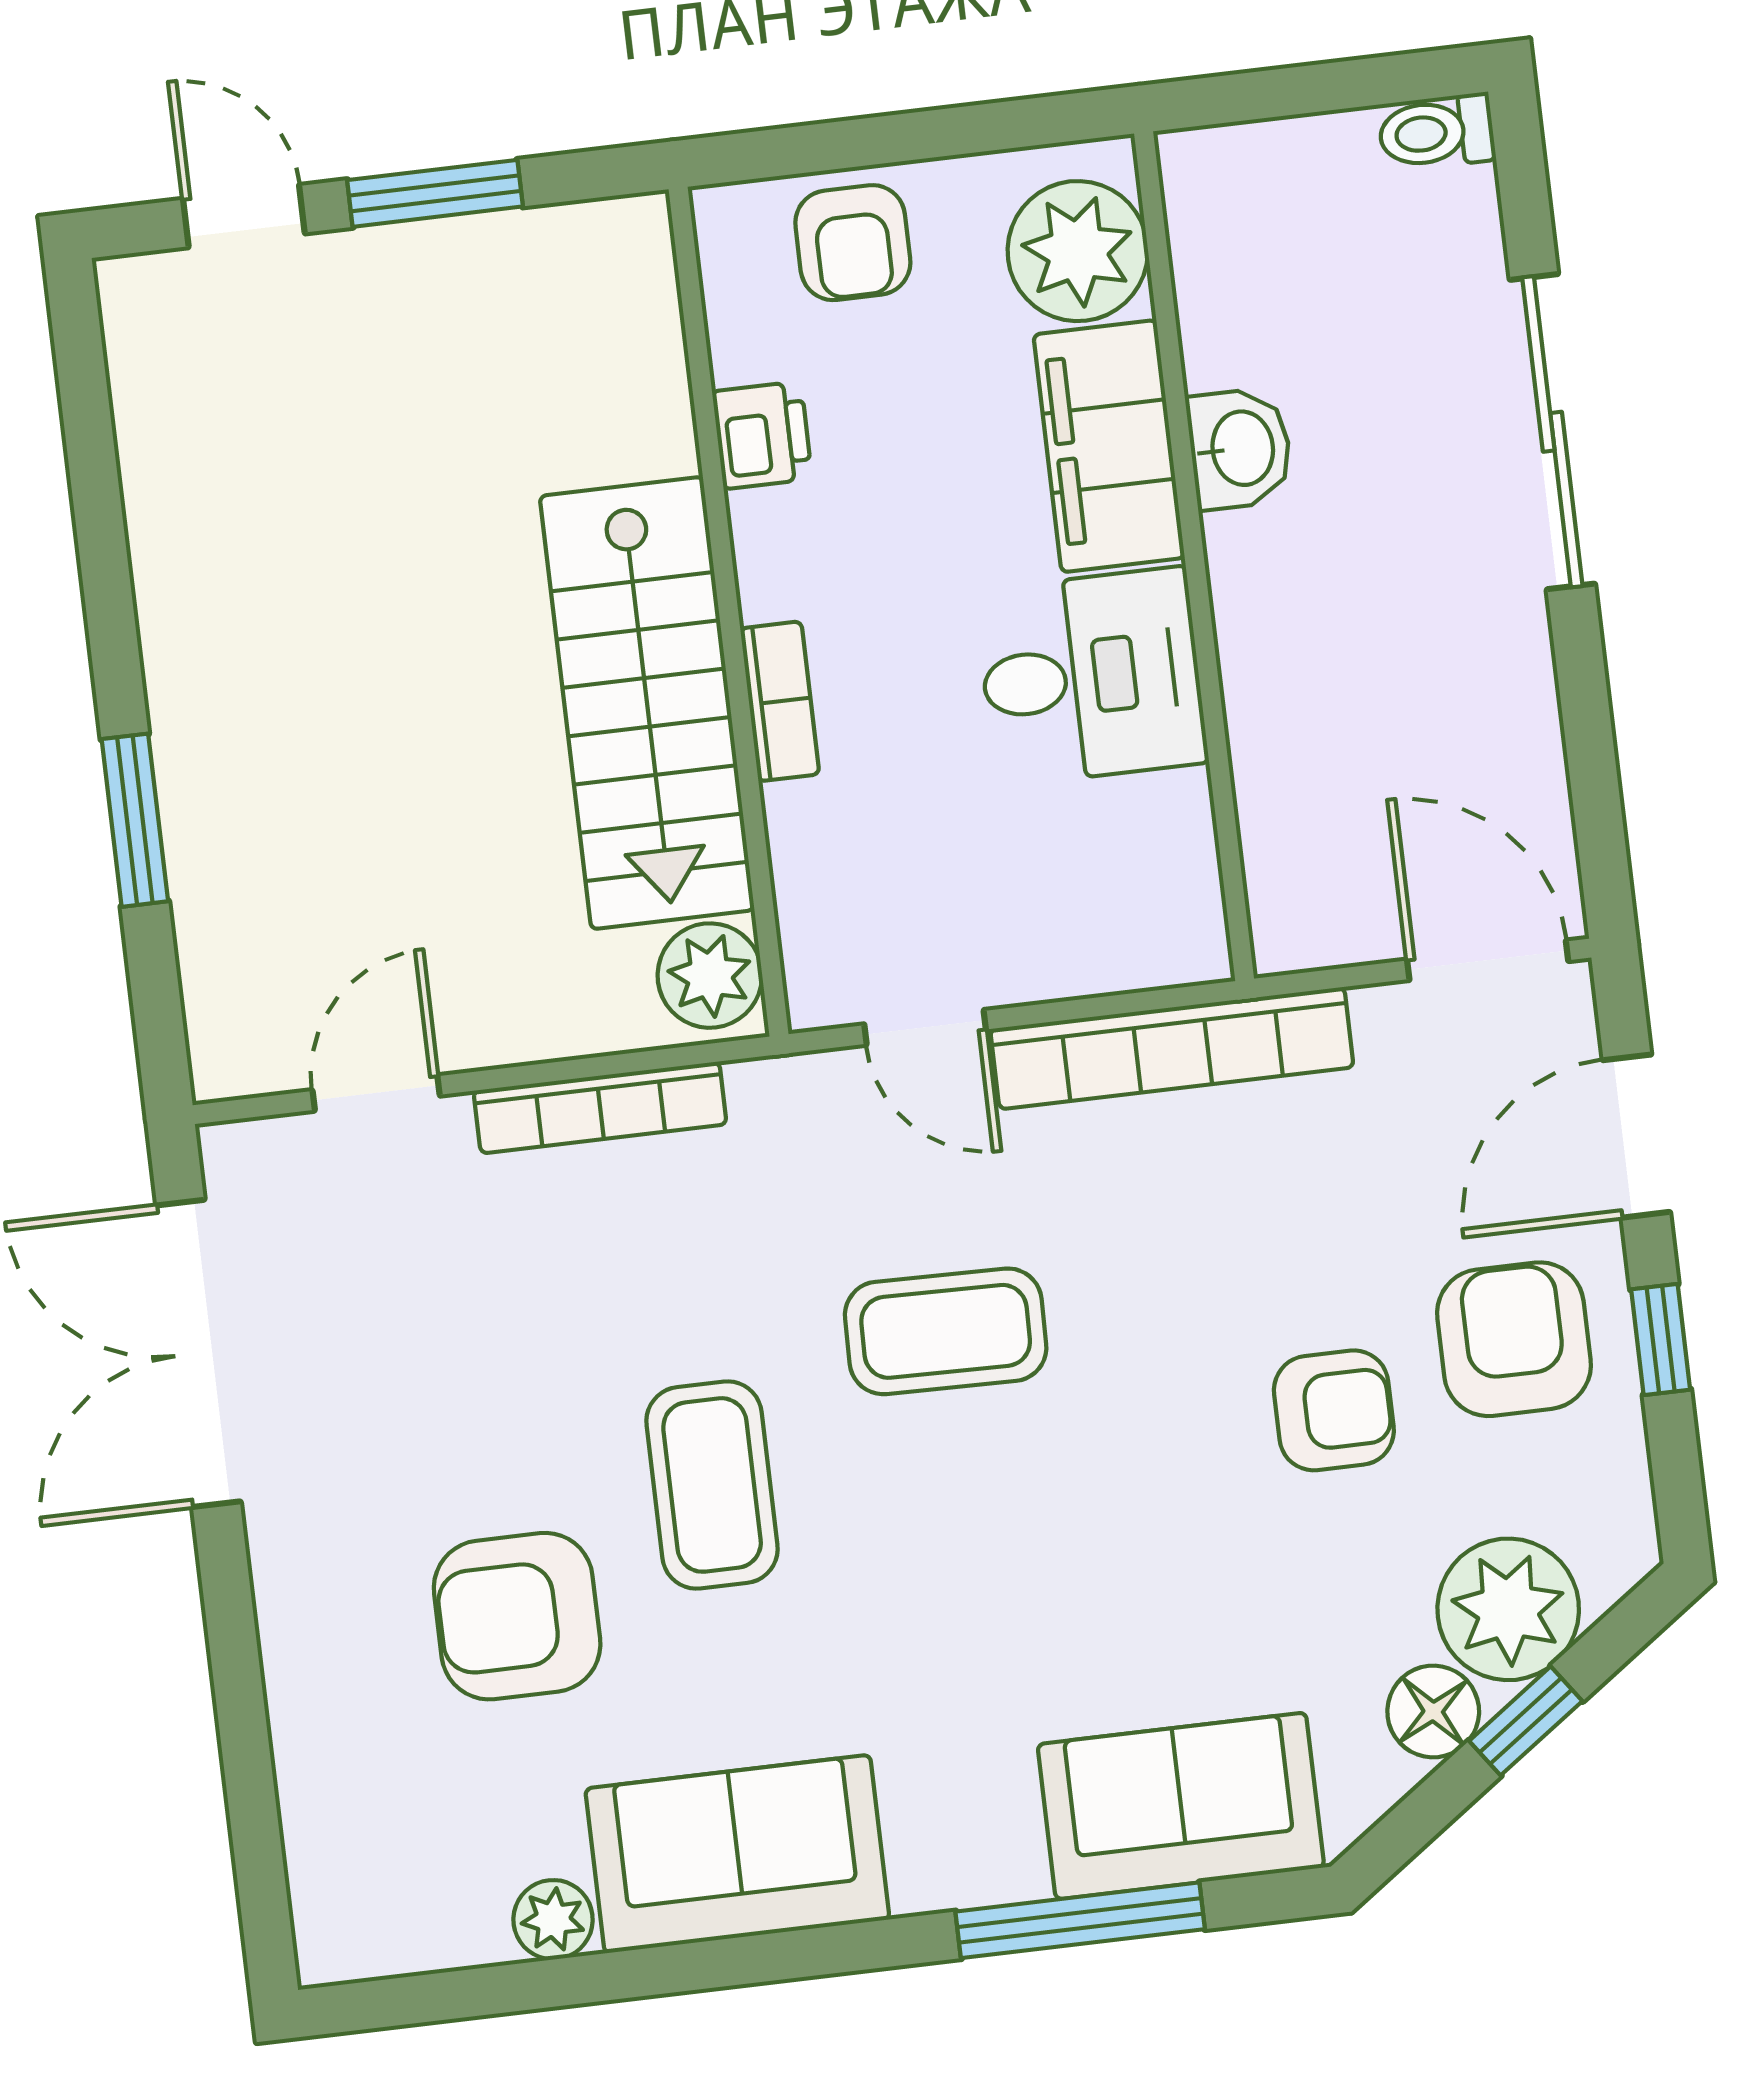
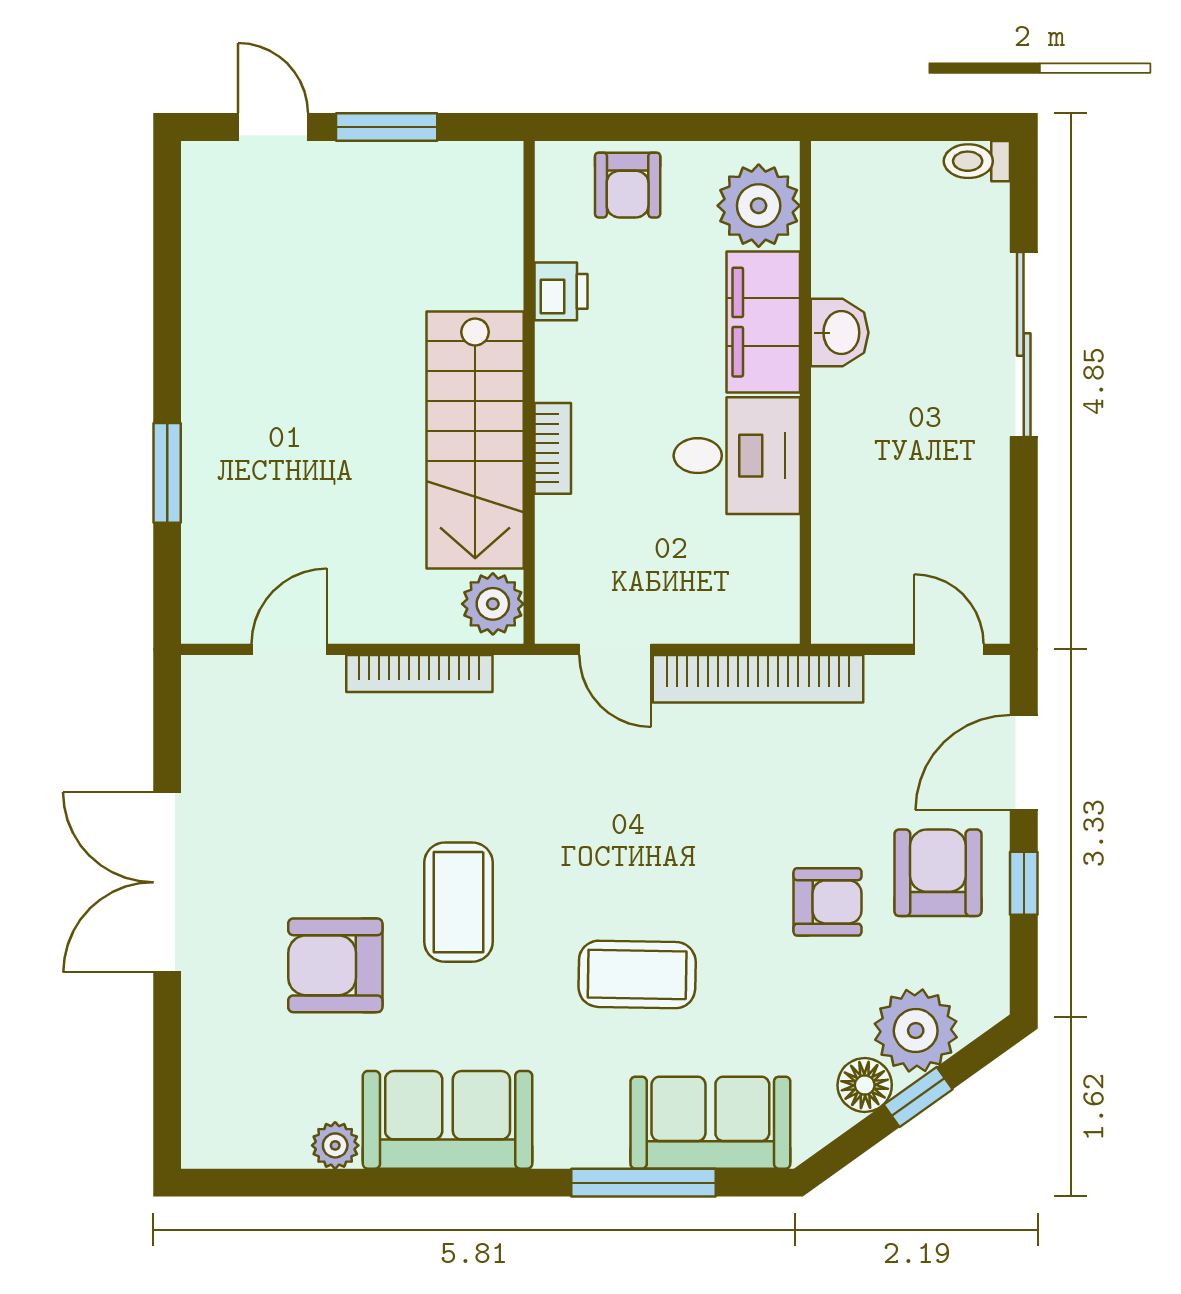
door: (1488, 960) -> (949, 649), width x0.73
coffee table: (946, 1331) -> (637, 974), moved
double door: (198, 1353) -> (167, 882), moved

